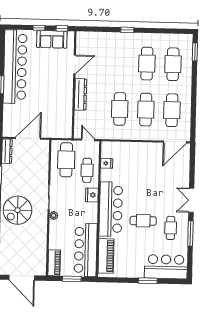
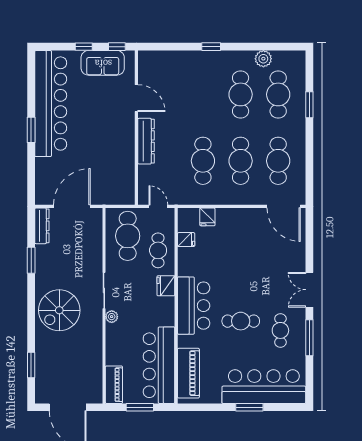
plant: (163, 39) -> (263, 59), added
window: (195, 52) -> (309, 105), moved
door: (75, 64) -> (136, 98), hinge flipped
door: (175, 142) -> (284, 206), hinge flipped
fridge: (122, 148) -> (207, 217), added
bar counter: (111, 209) -> (194, 306), width x0.73
bar counter: (166, 267) -> (264, 387), width x1.36

